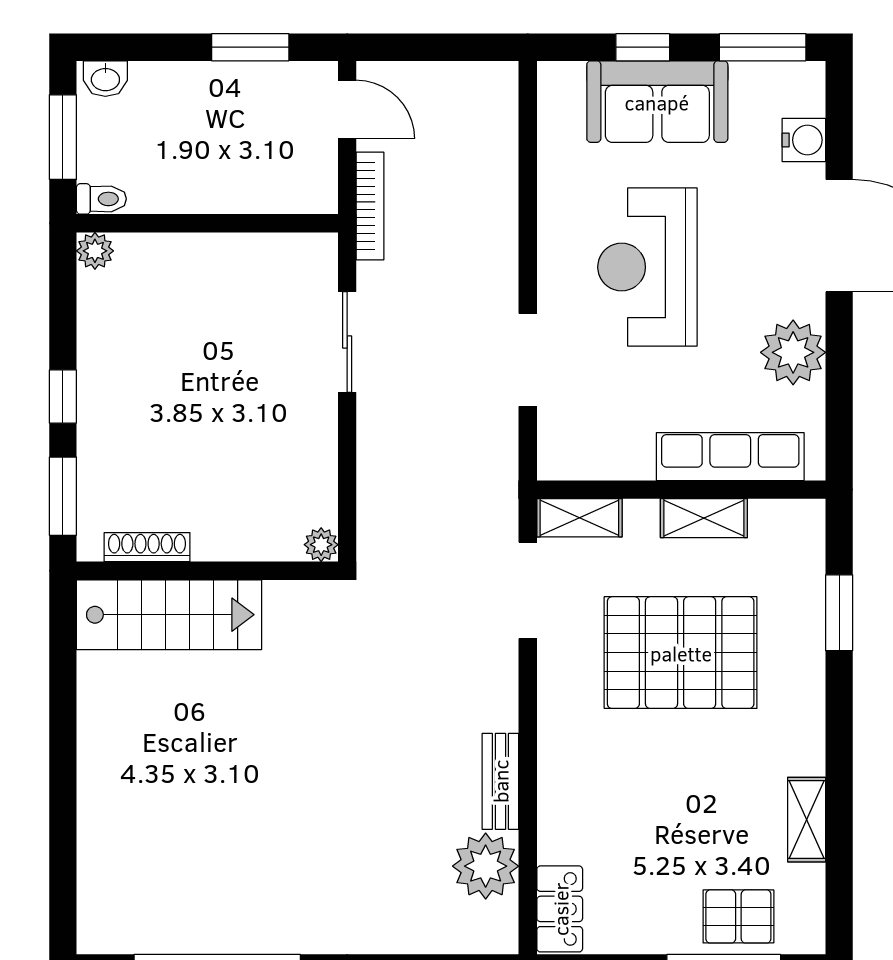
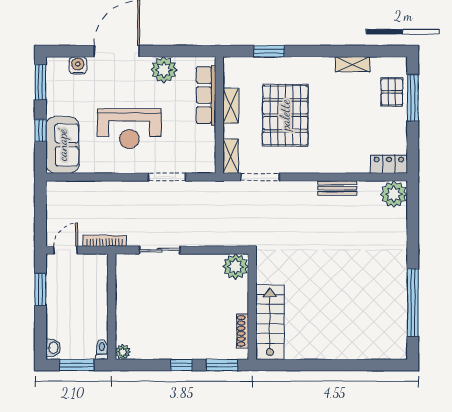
sofa: (657, 102) -> (62, 145), moved
plant: (321, 545) -> (236, 267), width x1.87, depth x1.87
plant: (486, 866) -> (394, 194), moved

